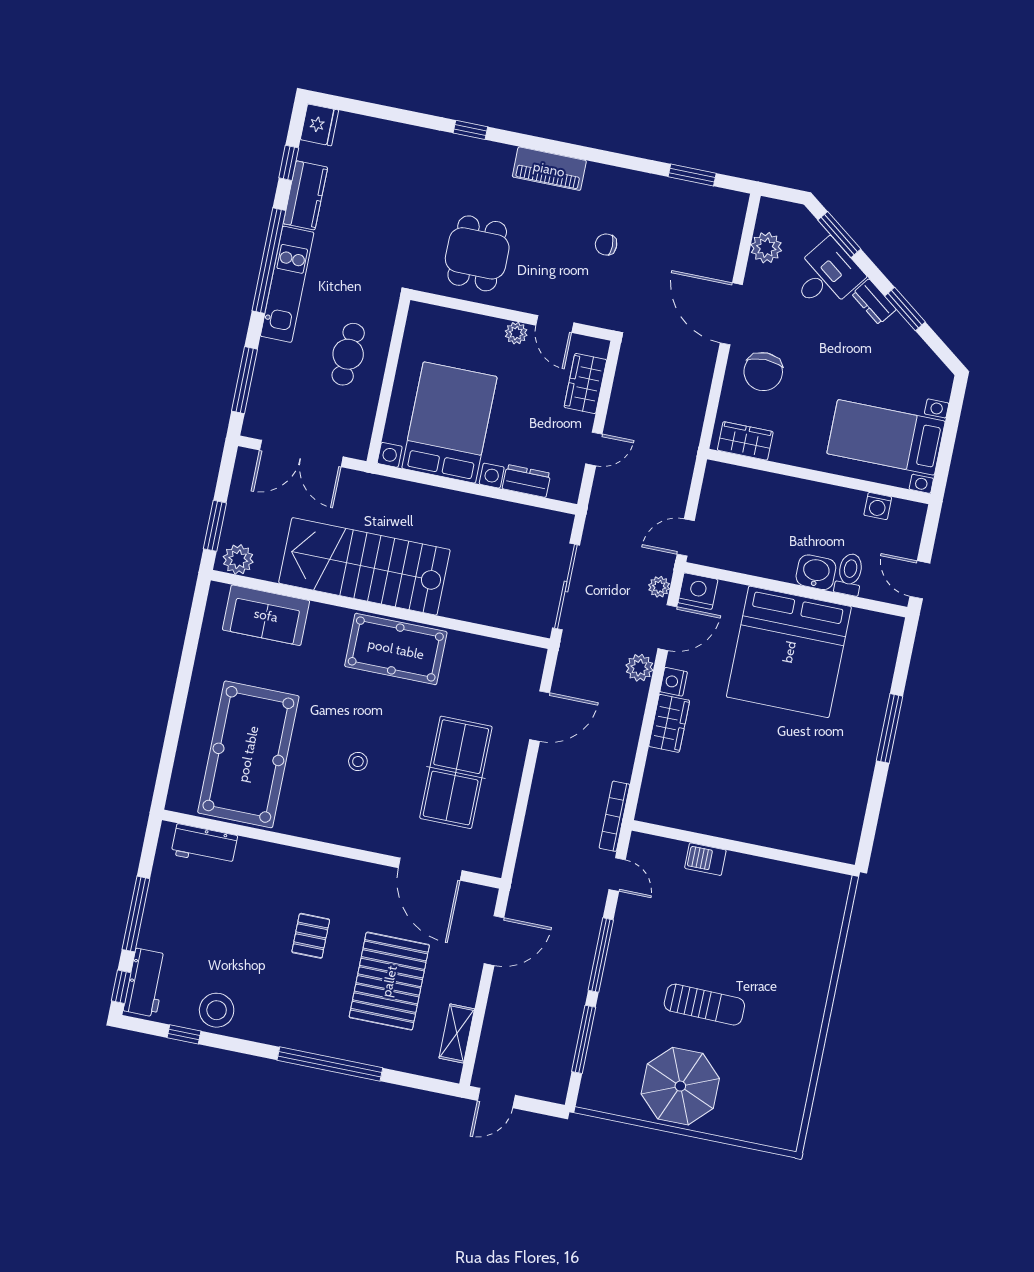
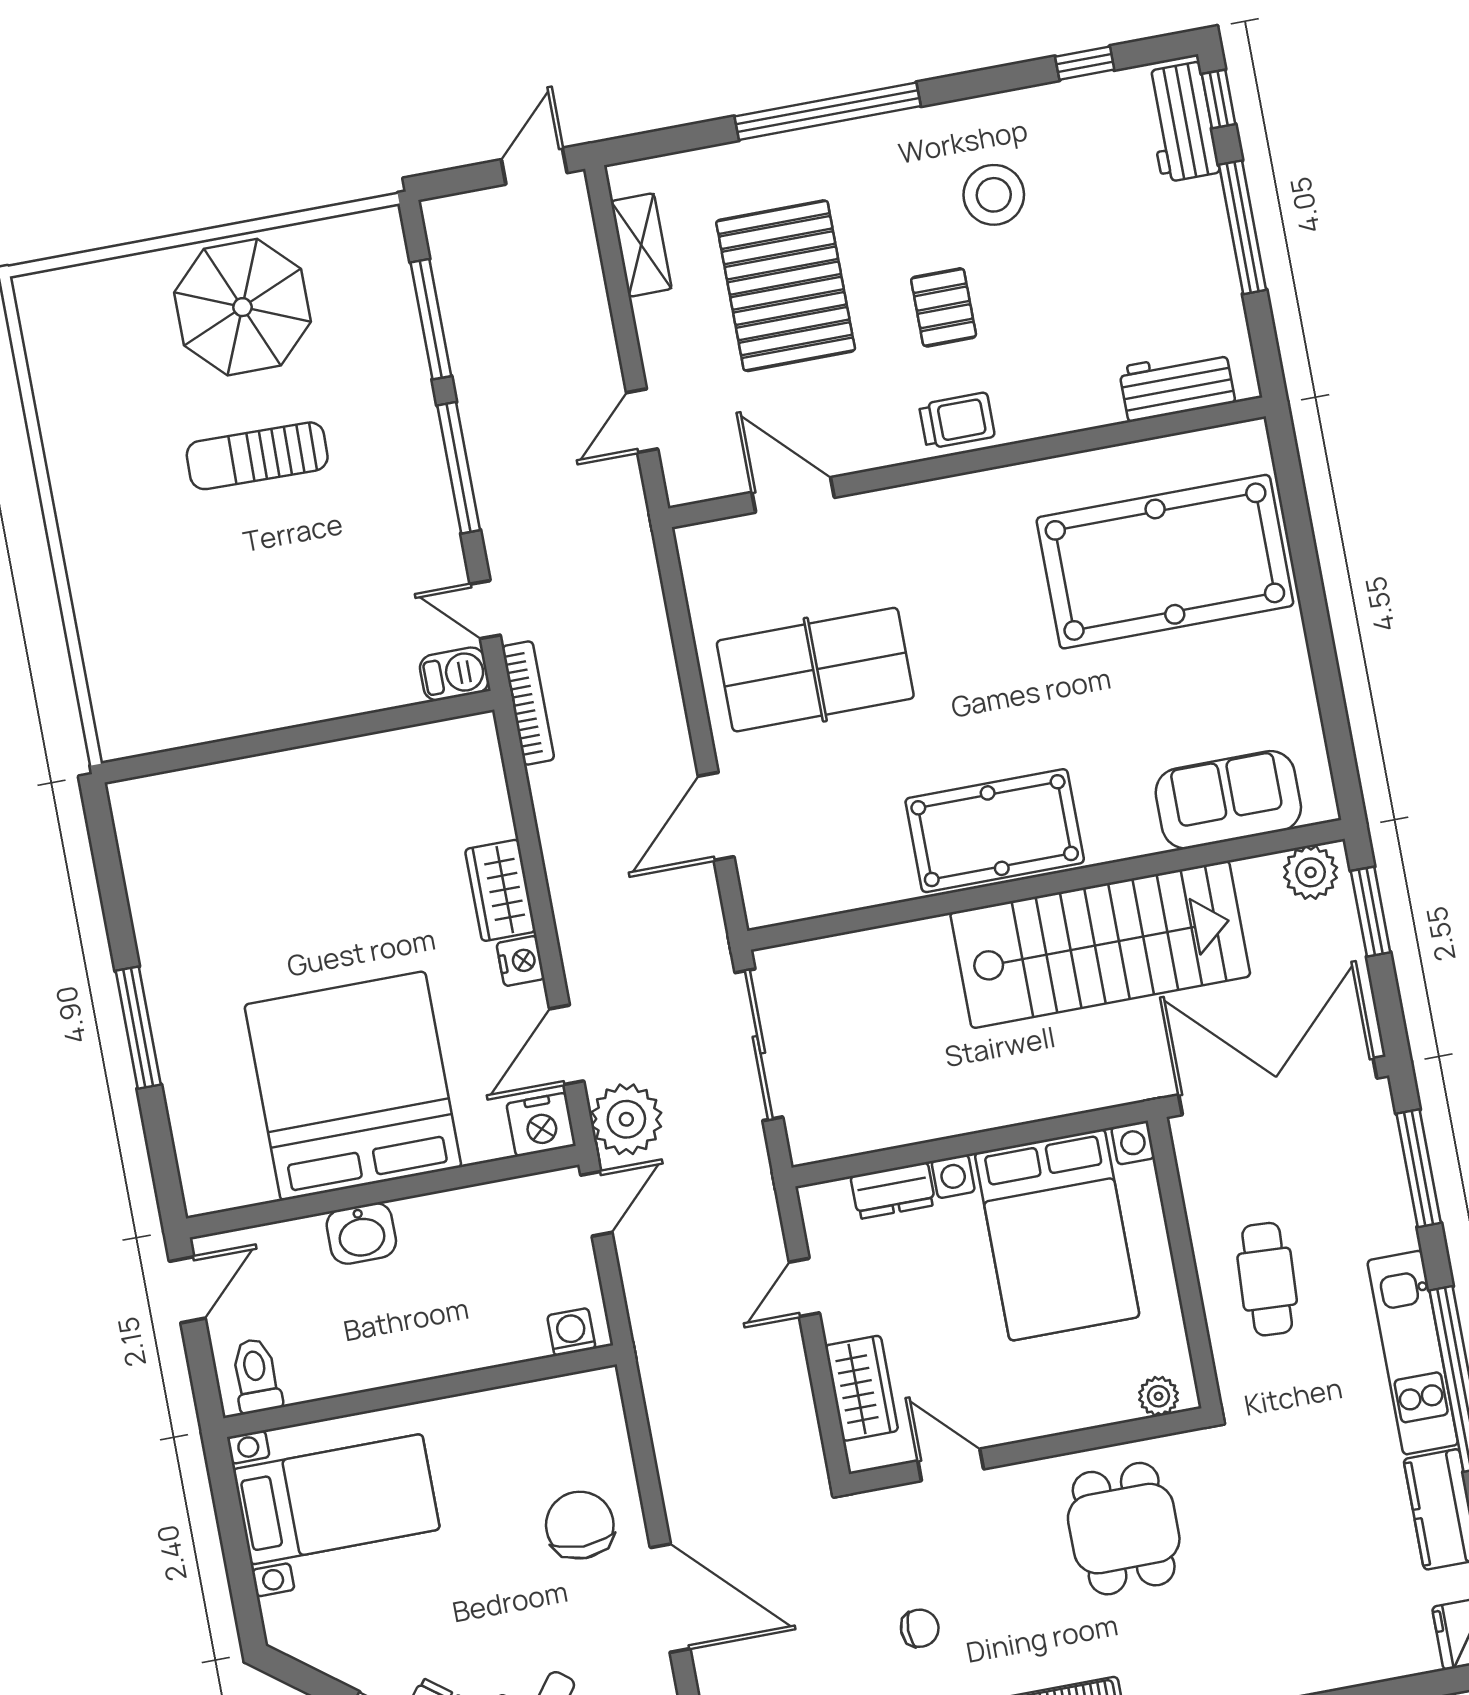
plant: (516, 333) -> (1159, 1396), moved
wardrobe: (745, 441) -> (563, 1400), removed
double door: (301, 453) -> (1278, 1087), width x1.36
washing machine: (878, 506) -> (571, 1332), moved
toilet: (849, 574) -> (256, 1376), moved, turned 180
door: (920, 580) -> (187, 1290), hinge flipped
plant: (659, 587) -> (626, 1119), width x1.87, depth x1.87
plant: (639, 668) -> (586, 961), removed
pool table: (248, 754) -> (1165, 562), turned 90
stool: (358, 762) -> (982, 622), removed
table tennis table: (456, 772) -> (815, 670), turned 90
barbecue: (705, 859) -> (454, 674), moved
door: (430, 869) -> (793, 495), width x0.73
trolley: (328, 873) -> (957, 421), added
door: (494, 941) -> (642, 421), width x0.73
stool: (217, 1010) -> (994, 195), moved

